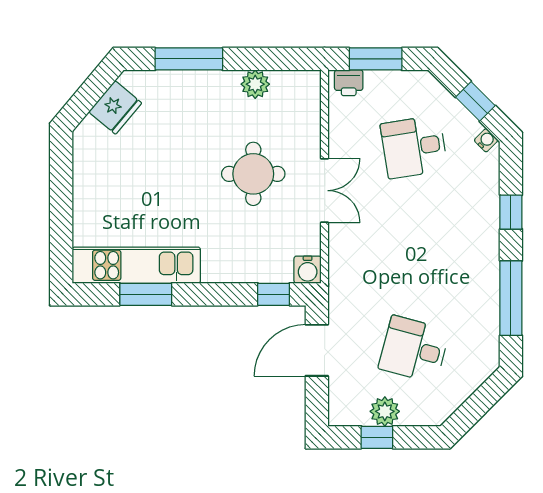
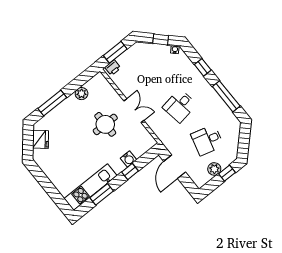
desk: (414, 147) -> (180, 106), moved
water cooler: (308, 270) -> (129, 159), moved
window: (274, 294) -> (130, 171), moved
window: (377, 437) -> (227, 173), moved

